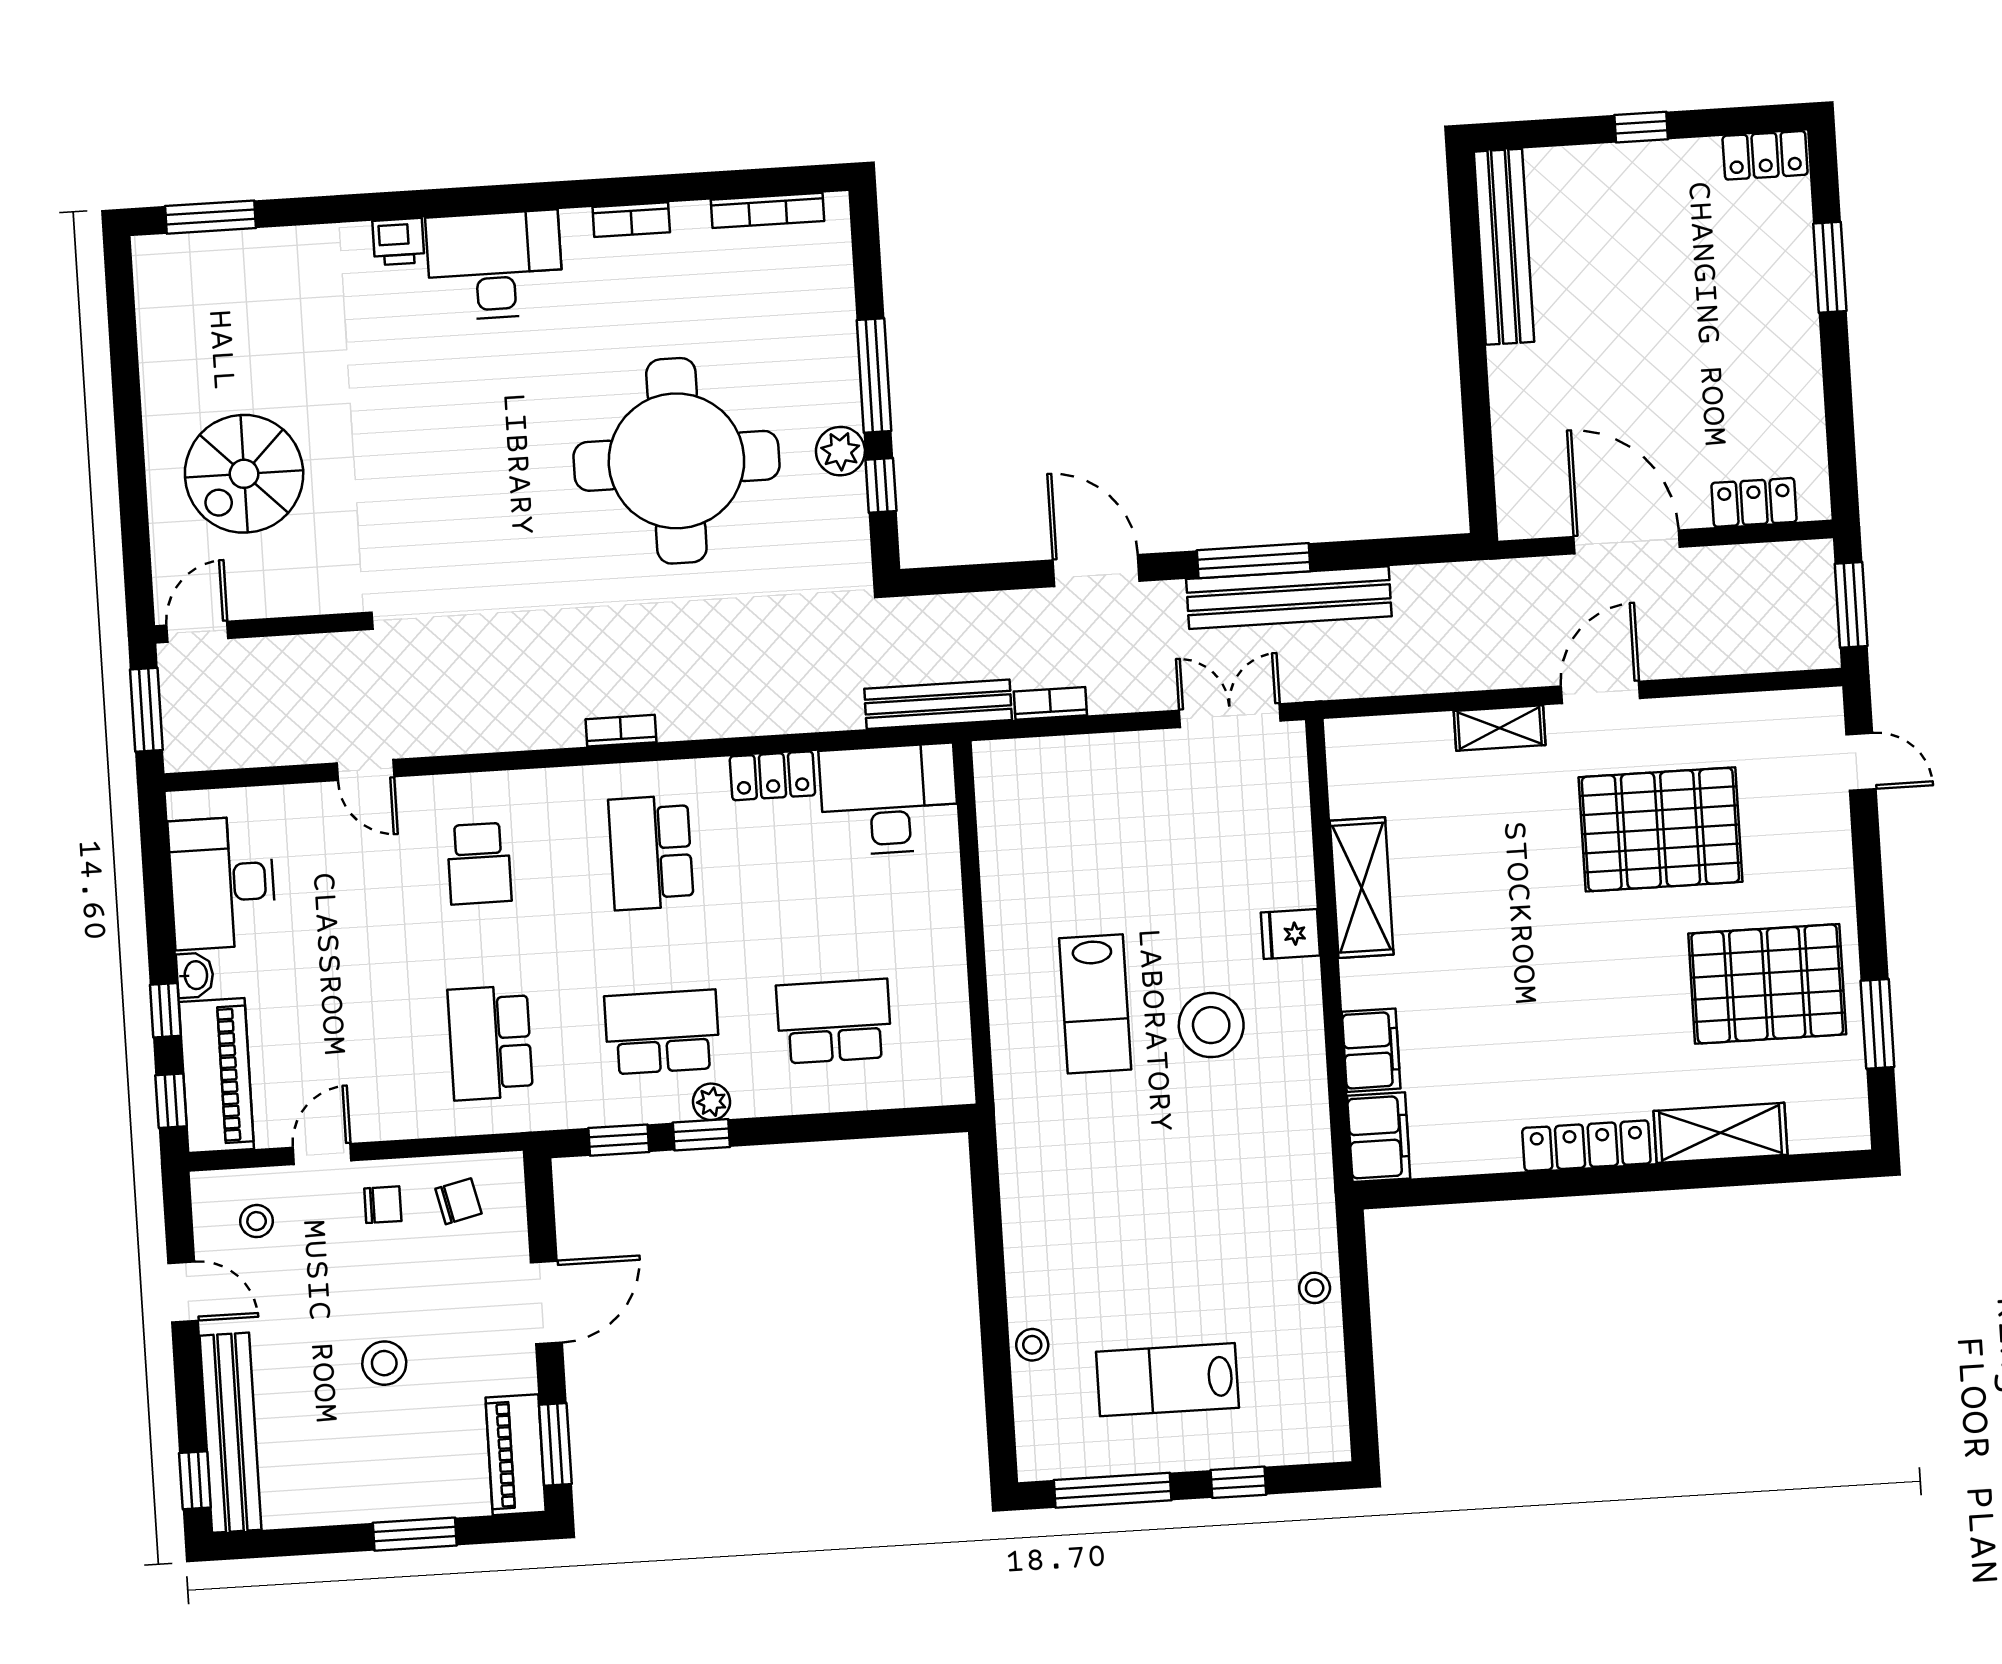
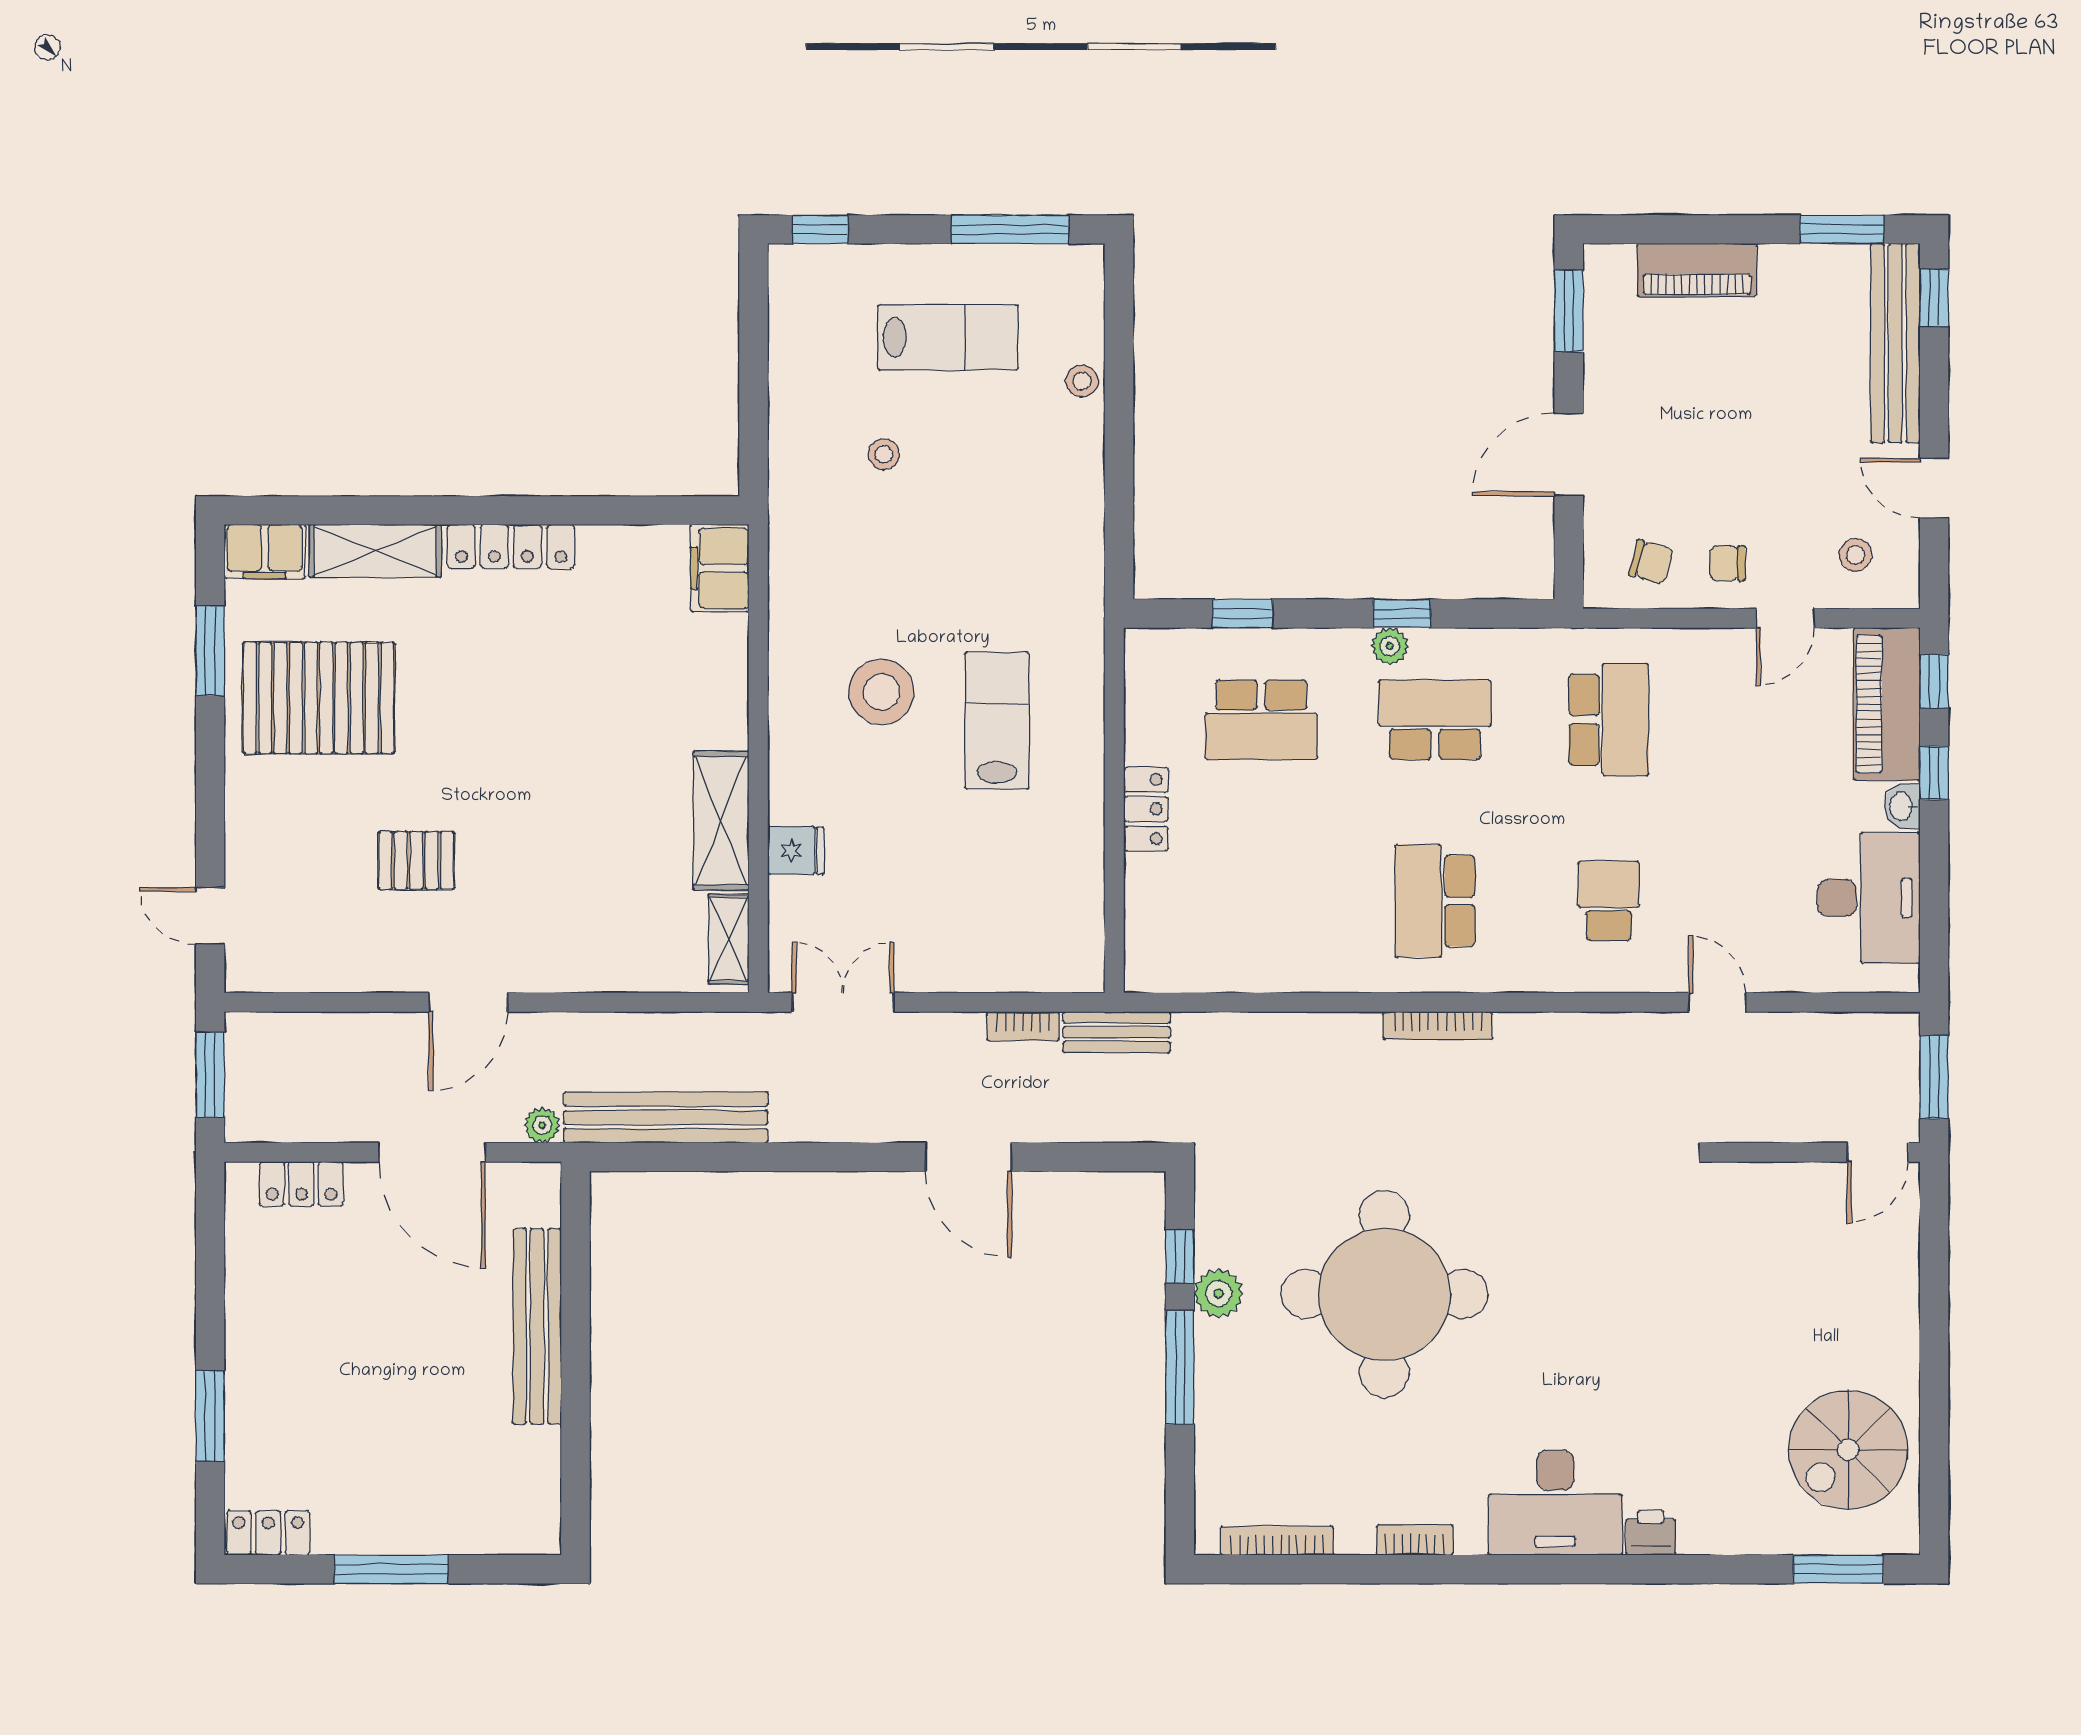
window: (1641, 127) -> (391, 1569), width x2.17
bench: (1504, 247) -> (537, 1326), moved
spiral stairs: (244, 474) -> (1848, 1450), moved, turned 180
window: (1254, 561) -> (809, 1157), removed
plant: (1520, 575) -> (542, 1125), added
bench: (1289, 598) -> (666, 1117), moved
bench: (938, 704) -> (1117, 1032), width x0.73
double door: (1230, 716) -> (843, 1002), swing flipped
shelving: (1500, 728) -> (729, 939), moved, turned 90
bookcase: (621, 731) -> (1438, 1026), width x1.56
locker: (772, 776) -> (1146, 809), moved, turned 90
desk: (889, 799) -> (1192, 940), removed
pallet: (1660, 829) -> (416, 860), width x0.49, depth x0.50
school desk: (651, 853) -> (1435, 901), turned 180
fridge: (1290, 934) -> (796, 851), moved
school desk: (662, 1032) -> (1435, 720), turned 180
filing cabinet: (1371, 1050) -> (265, 552), moved, turned -90
window: (619, 1140) -> (1243, 614), moved
chair: (458, 1201) -> (1651, 562), turned -152
stool: (1315, 1288) -> (884, 454), moved
stool: (384, 1363) -> (1736, 404), removed
piano: (516, 1455) -> (1697, 270), moved, turned 90
window: (1238, 1482) -> (820, 229), moved
window: (415, 1534) -> (1842, 229), moved

